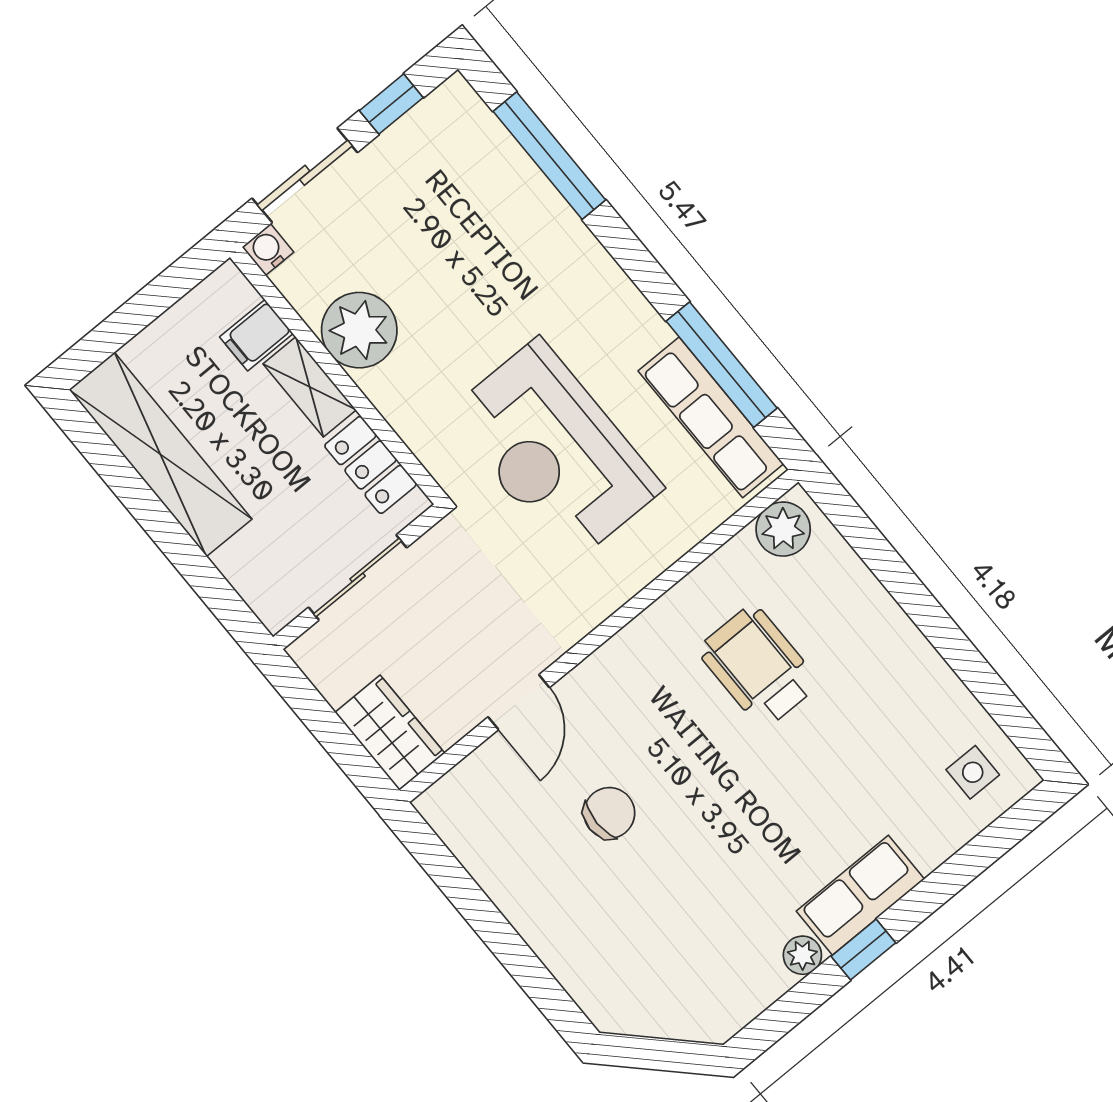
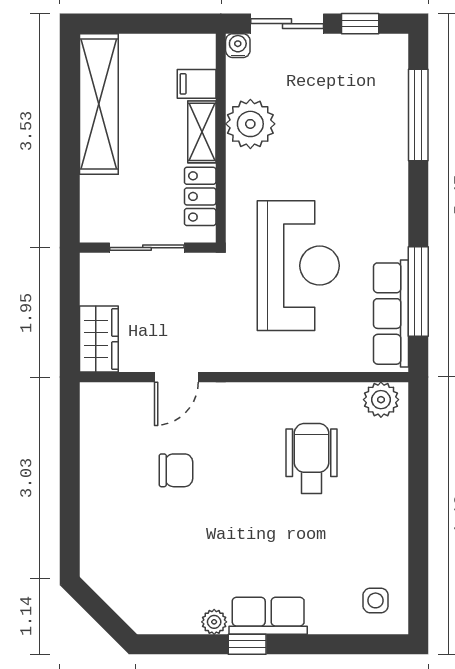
reception desk: (554, 451) -> (298, 266), turned 180

